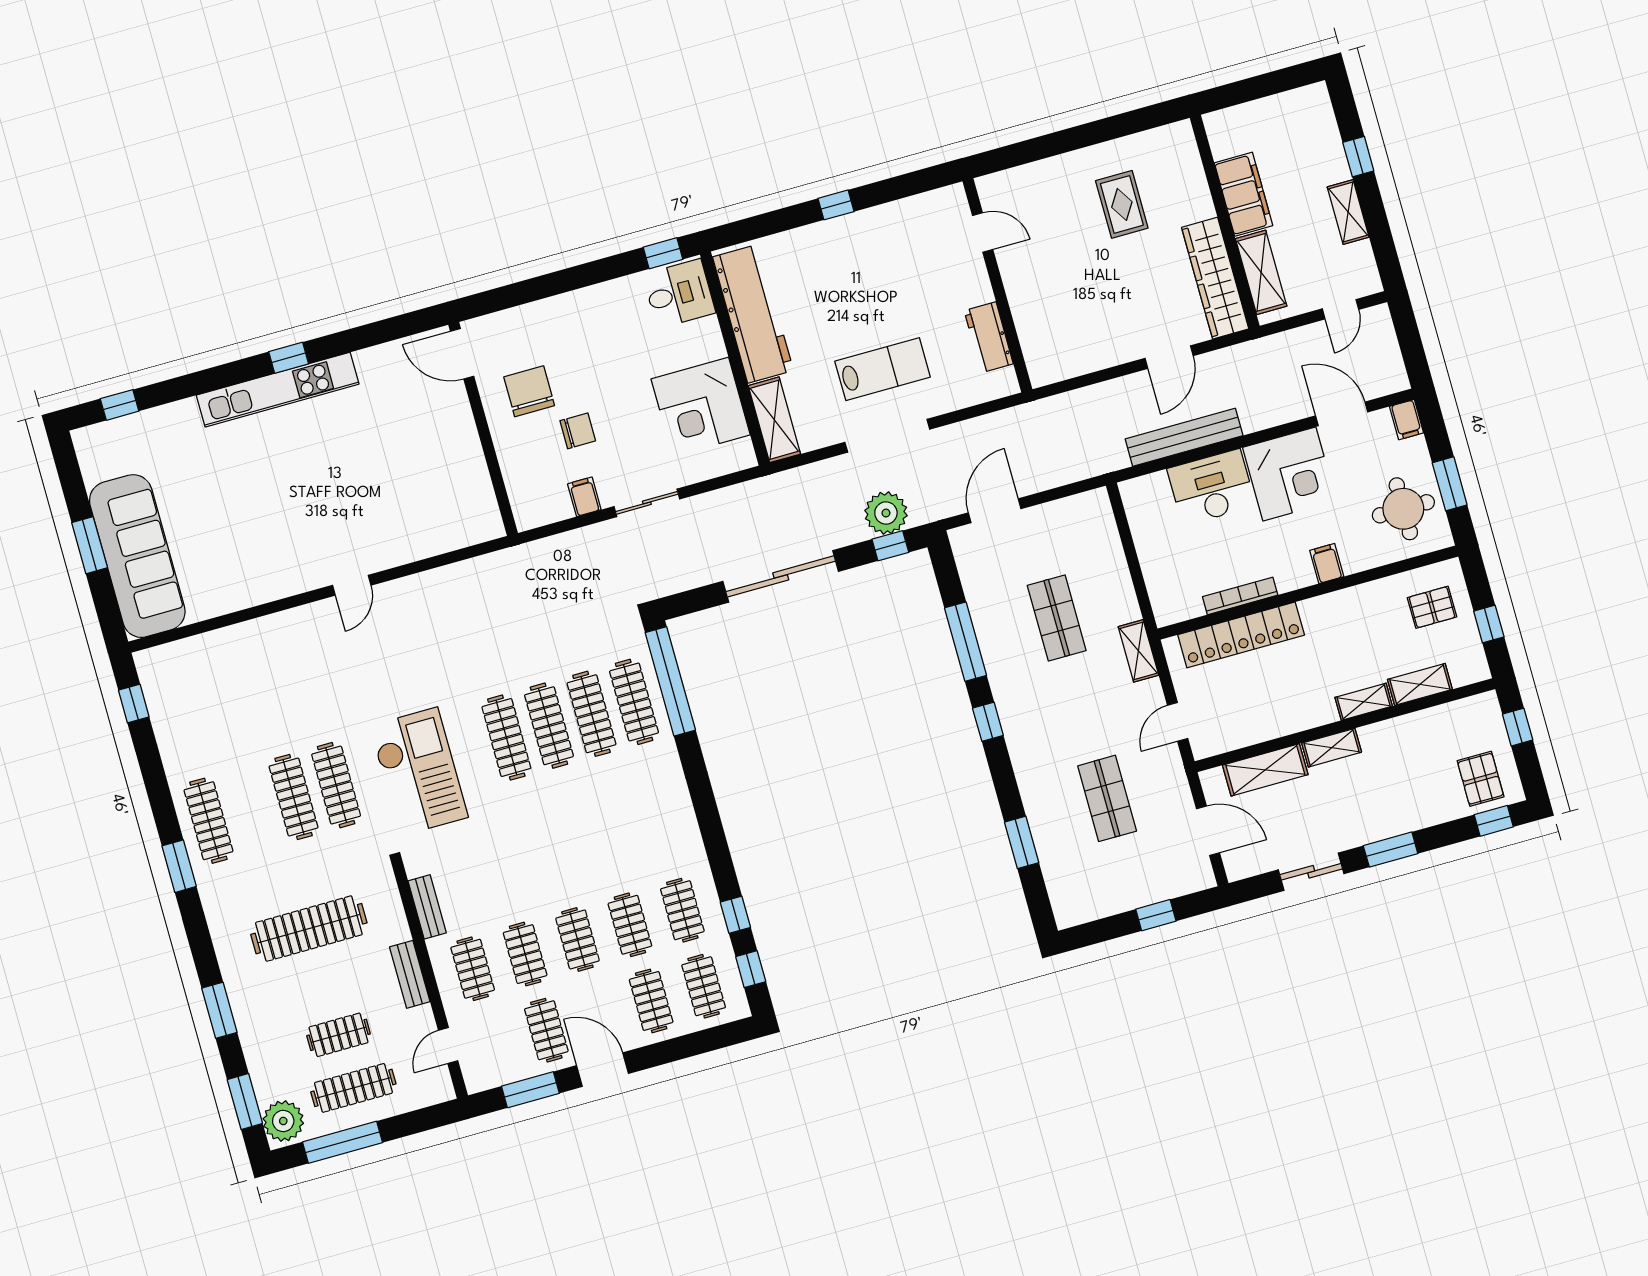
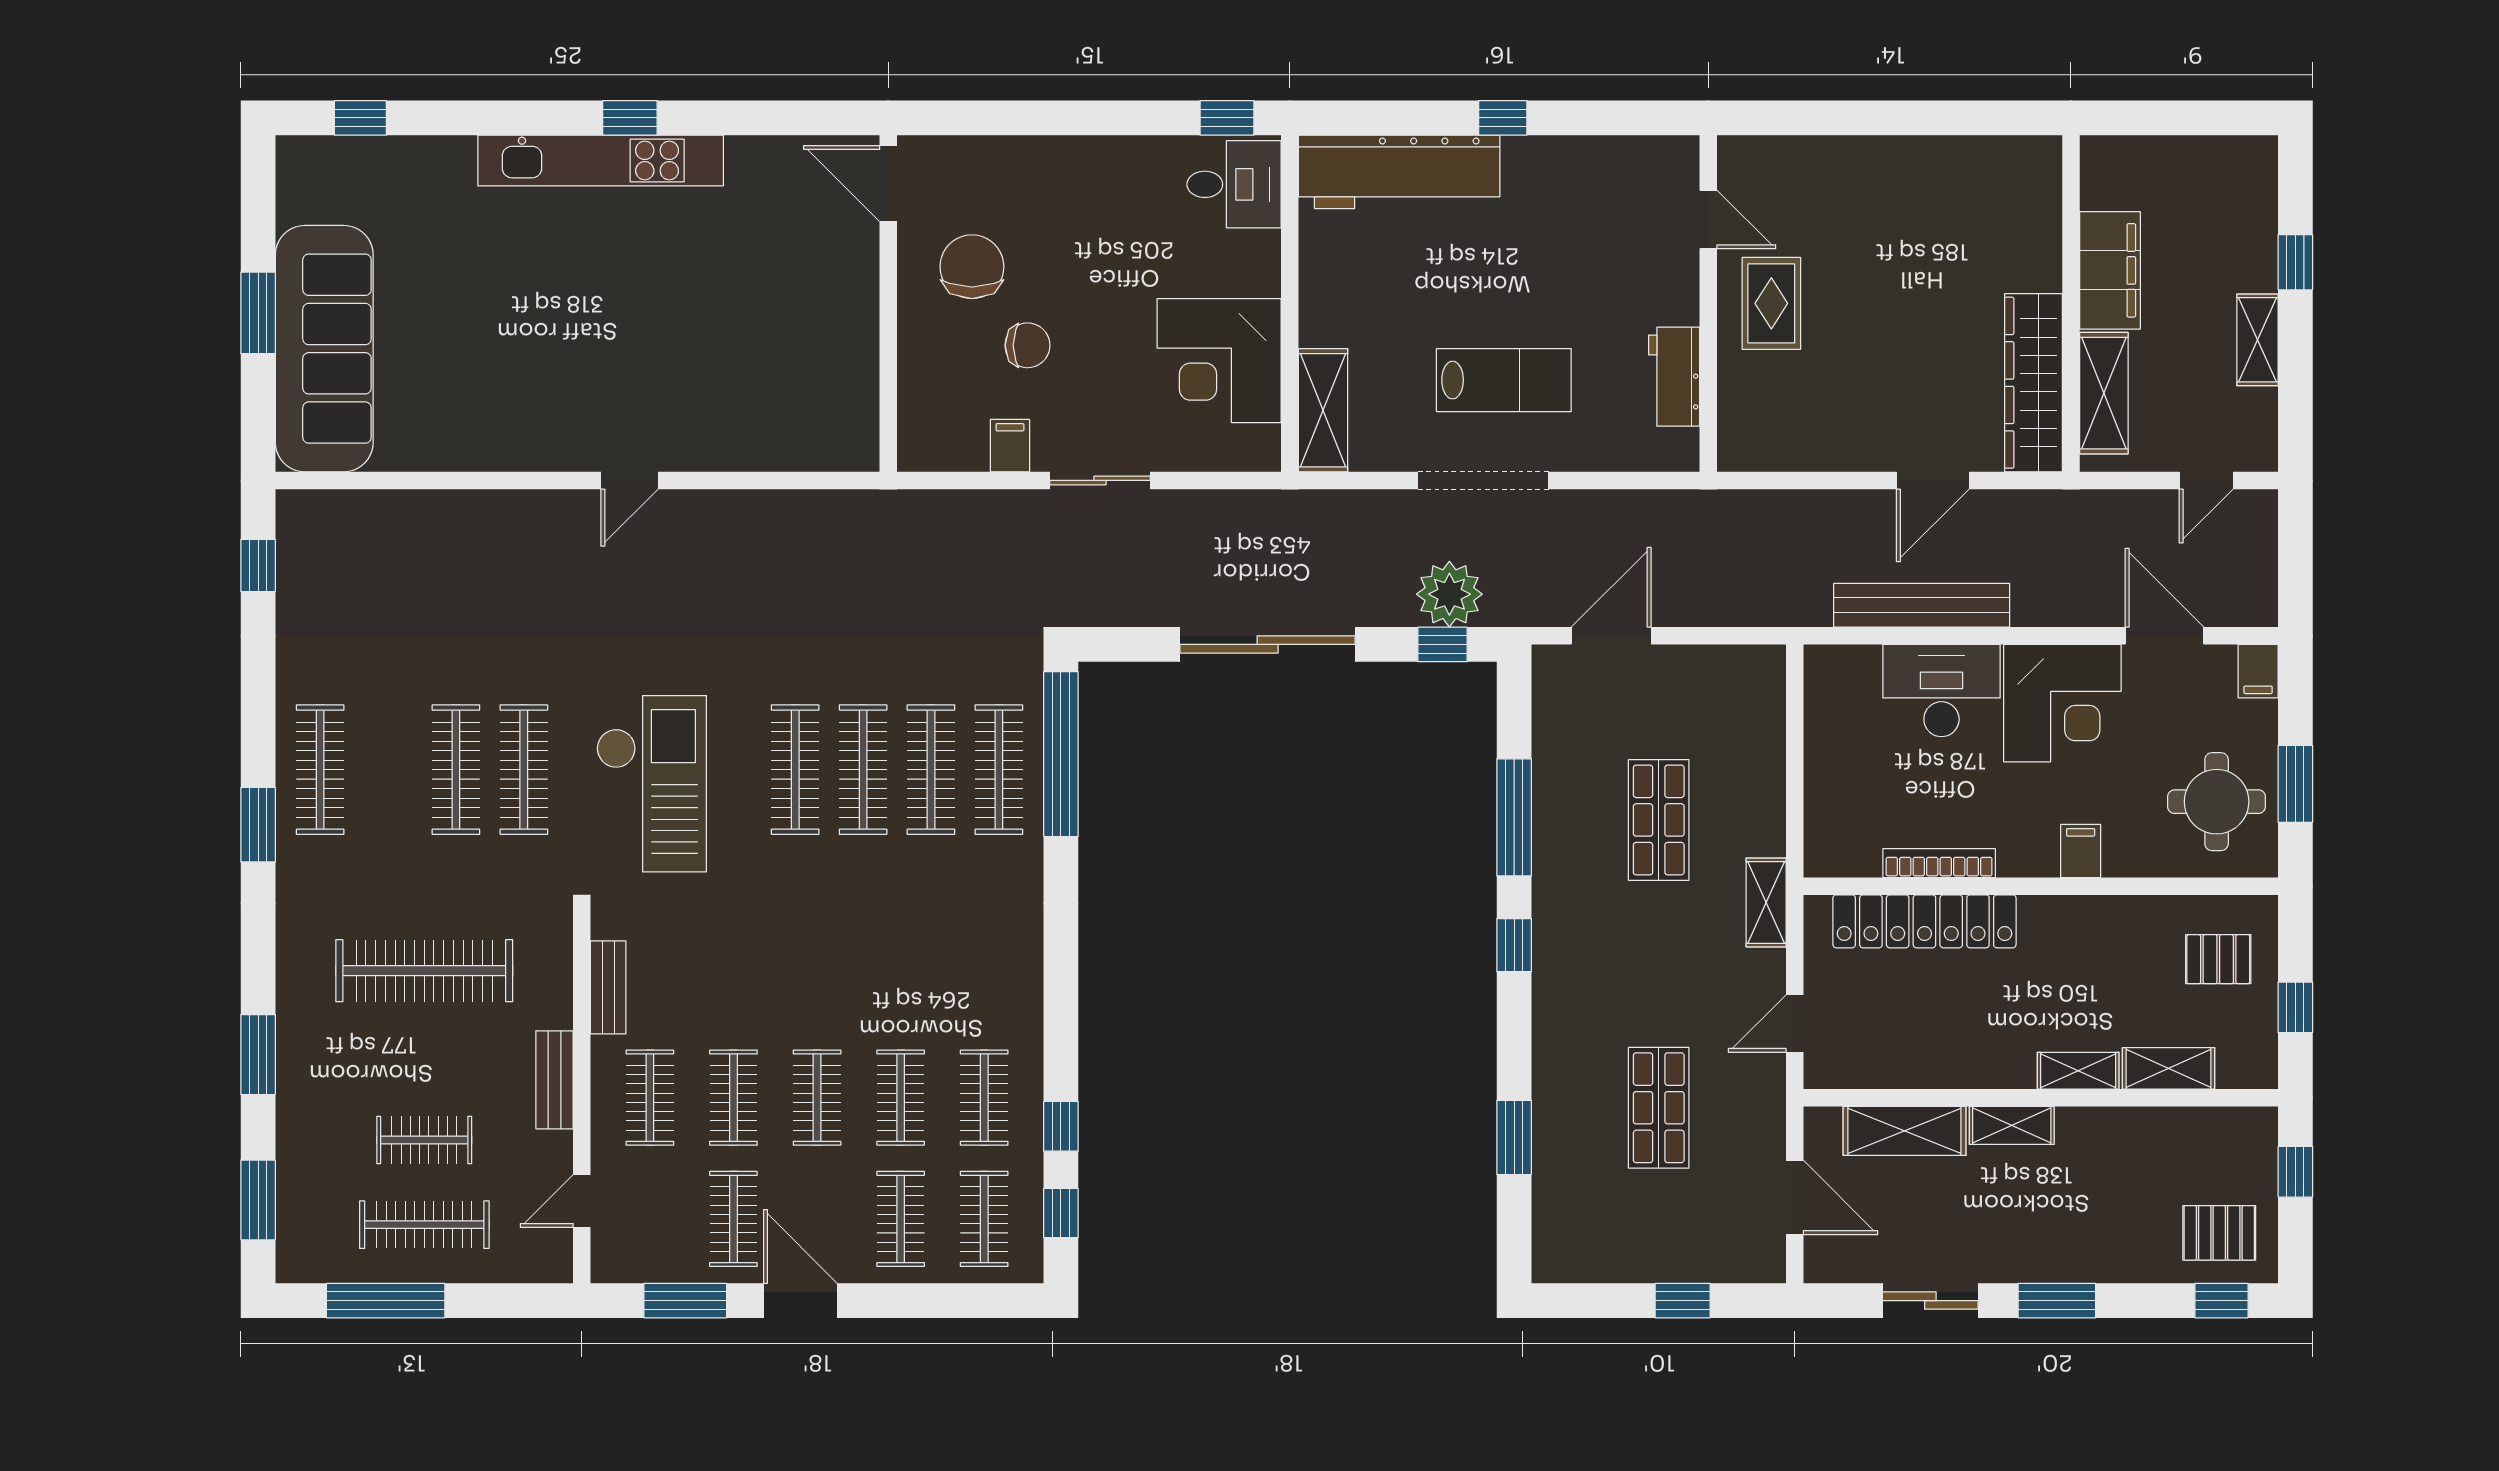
rug: (1122, 204) -> (1771, 303), moved
workbench: (753, 314) -> (1399, 172), moved, turned 90
pallet: (1481, 779) -> (2219, 1233), turned 90
plant: (283, 1121) -> (307, 1245), removed

